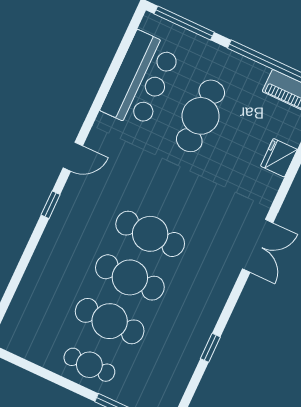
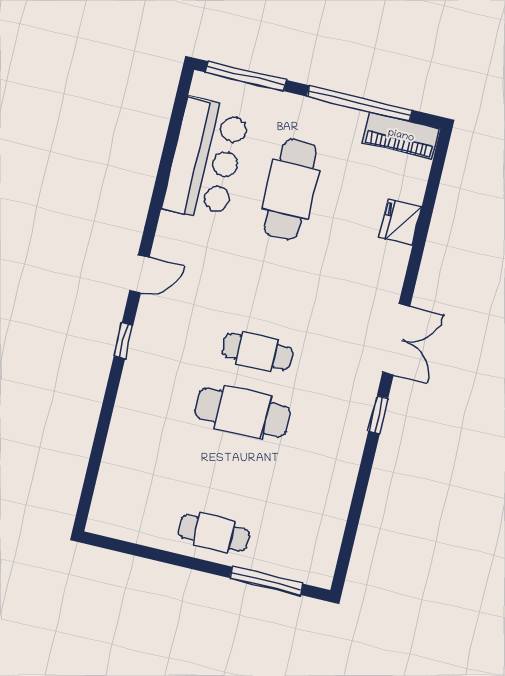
cafe table: (150, 234) -> (257, 352), width x0.73, depth x0.74
cafe table: (110, 321) -> (228, 473), removed
window: (210, 348) -> (378, 415), moved

